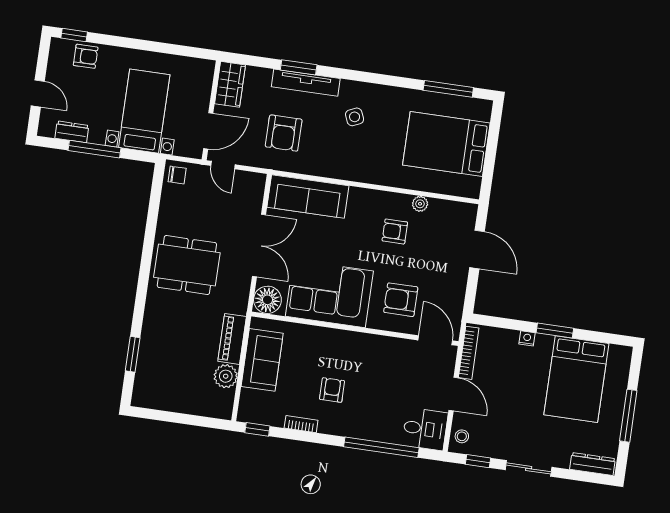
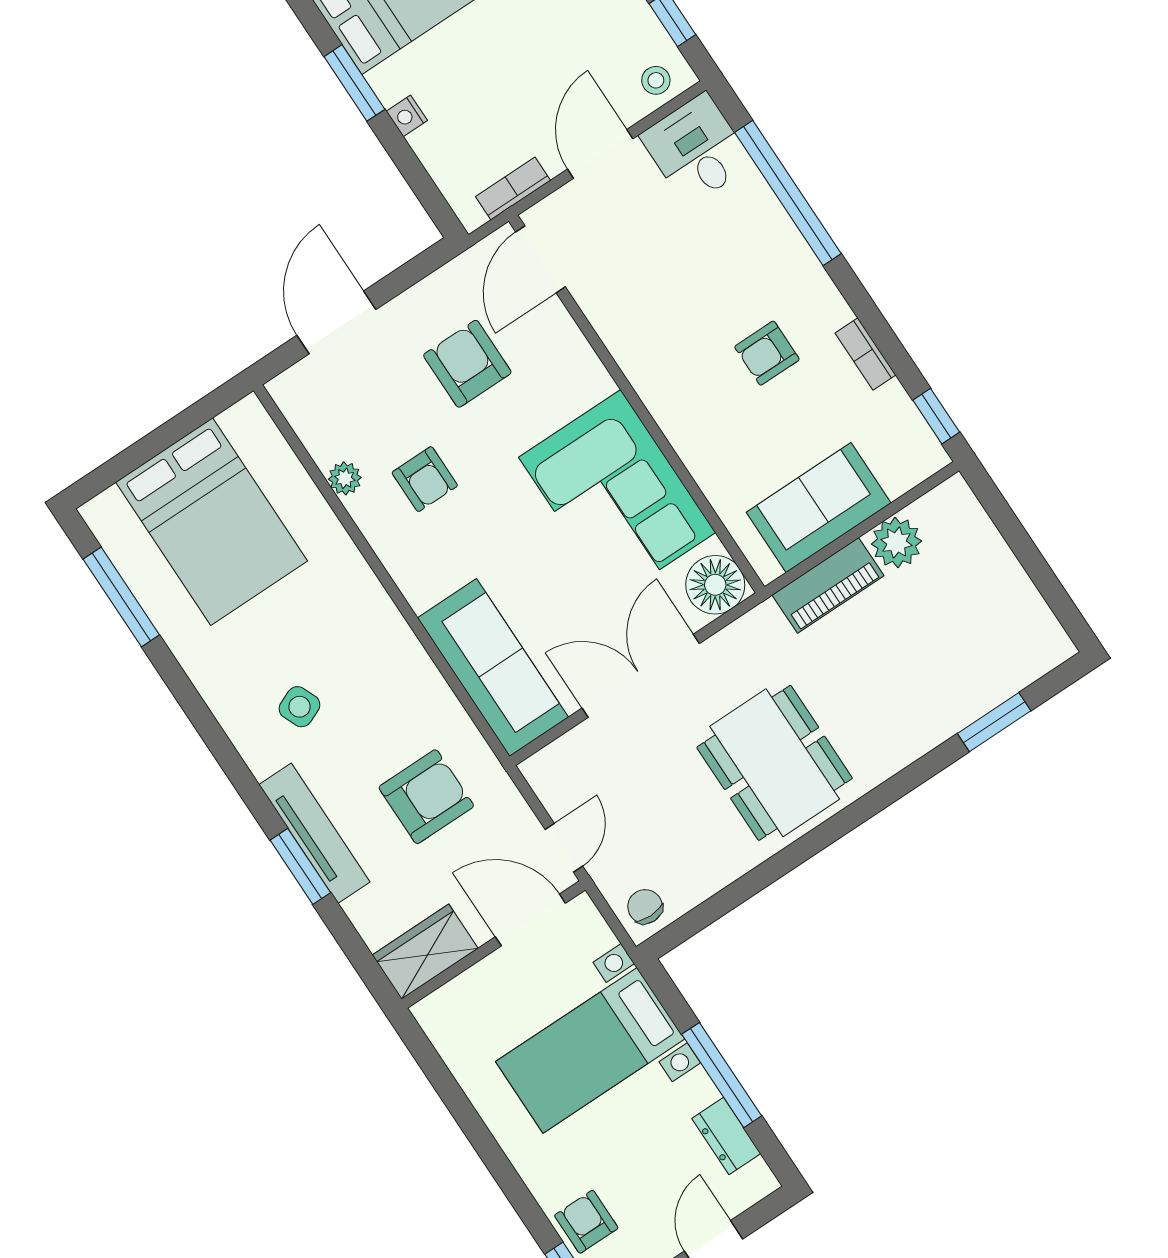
armchair: (401, 300) -> (467, 364), moved, turned 180
bookcase: (469, 353) -> (513, 188), width x0.64

